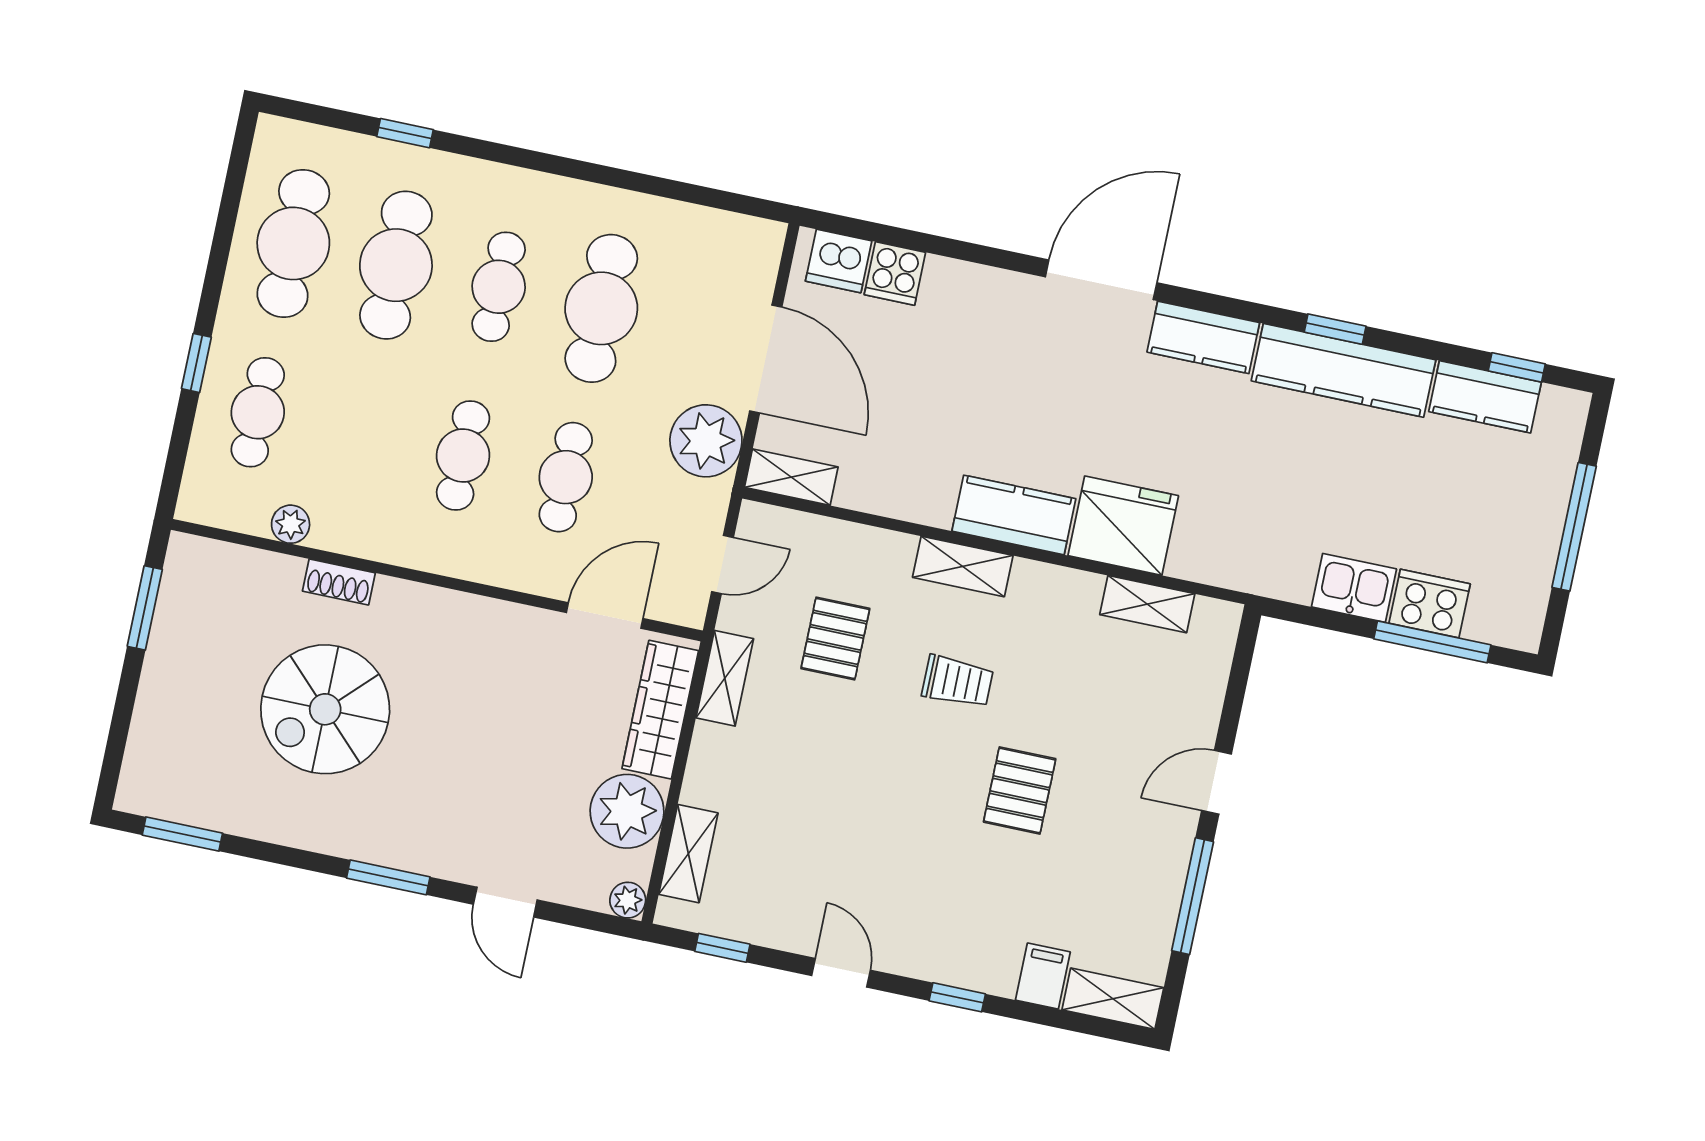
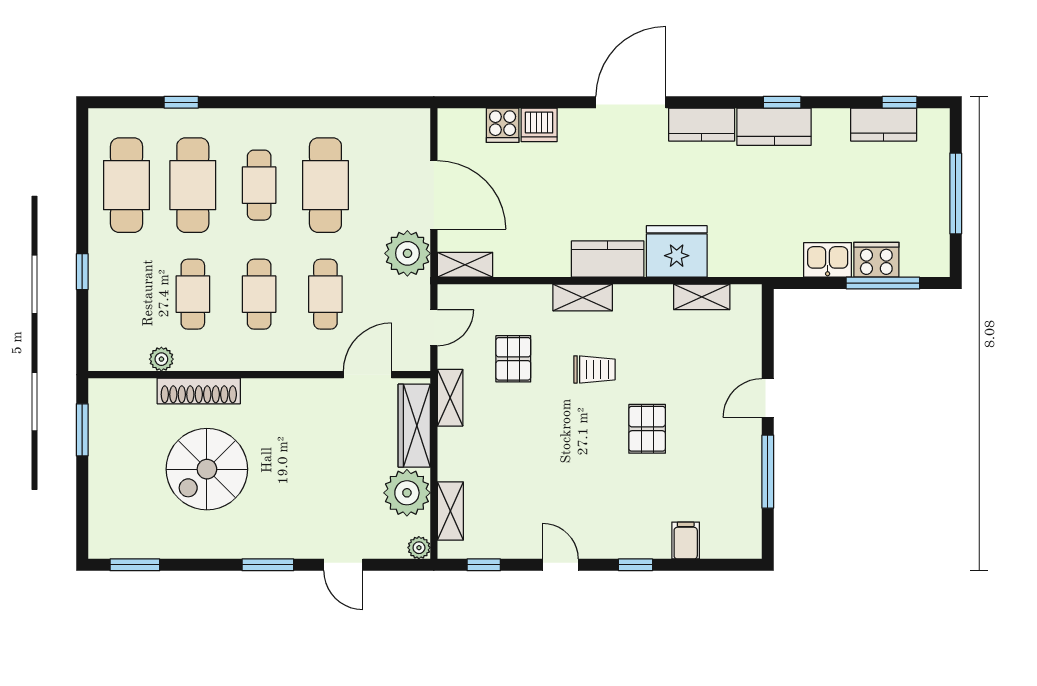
dishwasher: (839, 261) -> (539, 125), moved
kitchen counter: (1343, 370) -> (774, 127), width x0.67
cafe table: (258, 412) -> (193, 294), moved
shoe rack: (339, 582) -> (199, 391), width x1.94, depth x1.24
shelving: (1113, 999) -> (732, 545), removed

